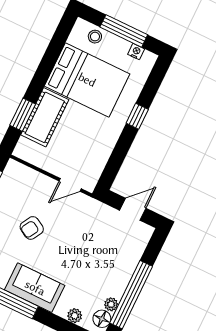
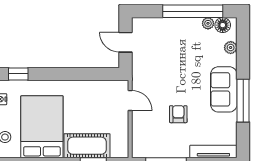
window: (137, 116) -> (18, 74), moved
armchair: (32, 228) -> (178, 114), turned -120

